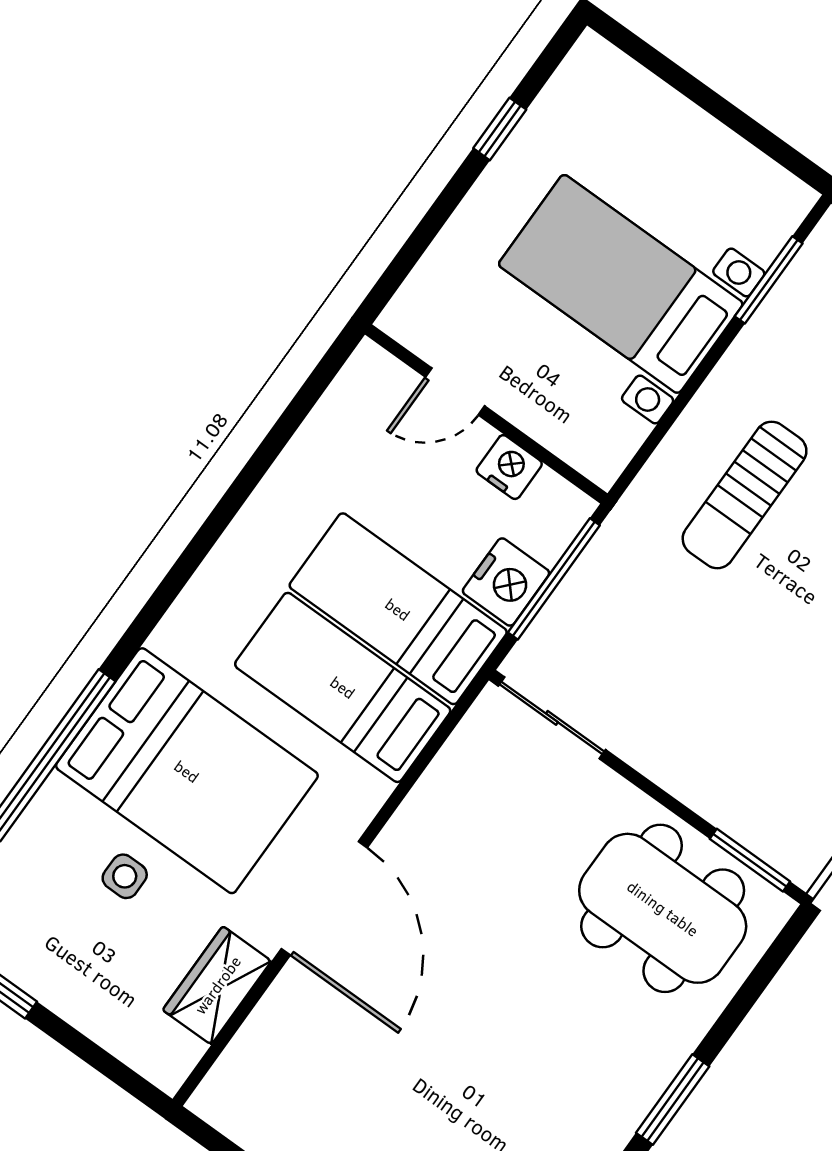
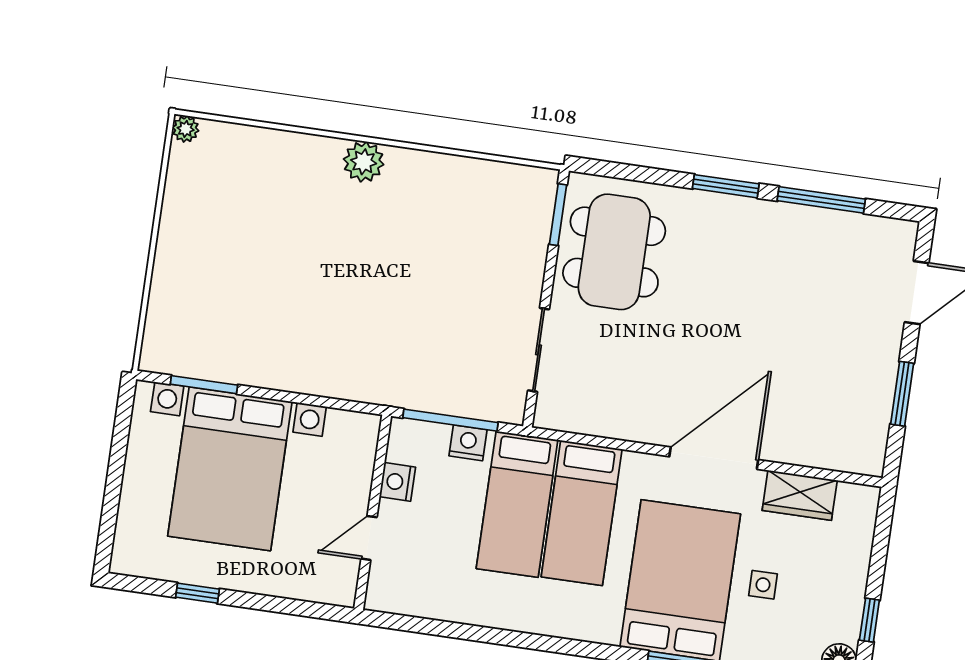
bed with nightstands: (621, 284) -> (230, 469), width x1.36
door: (455, 392) -> (369, 538), swing flipped
sun lounger: (745, 495) -> (341, 332), removed
nightstand: (506, 582) -> (468, 443), width x0.74, depth x0.75
sliding door: (552, 718) -> (539, 350), moved

